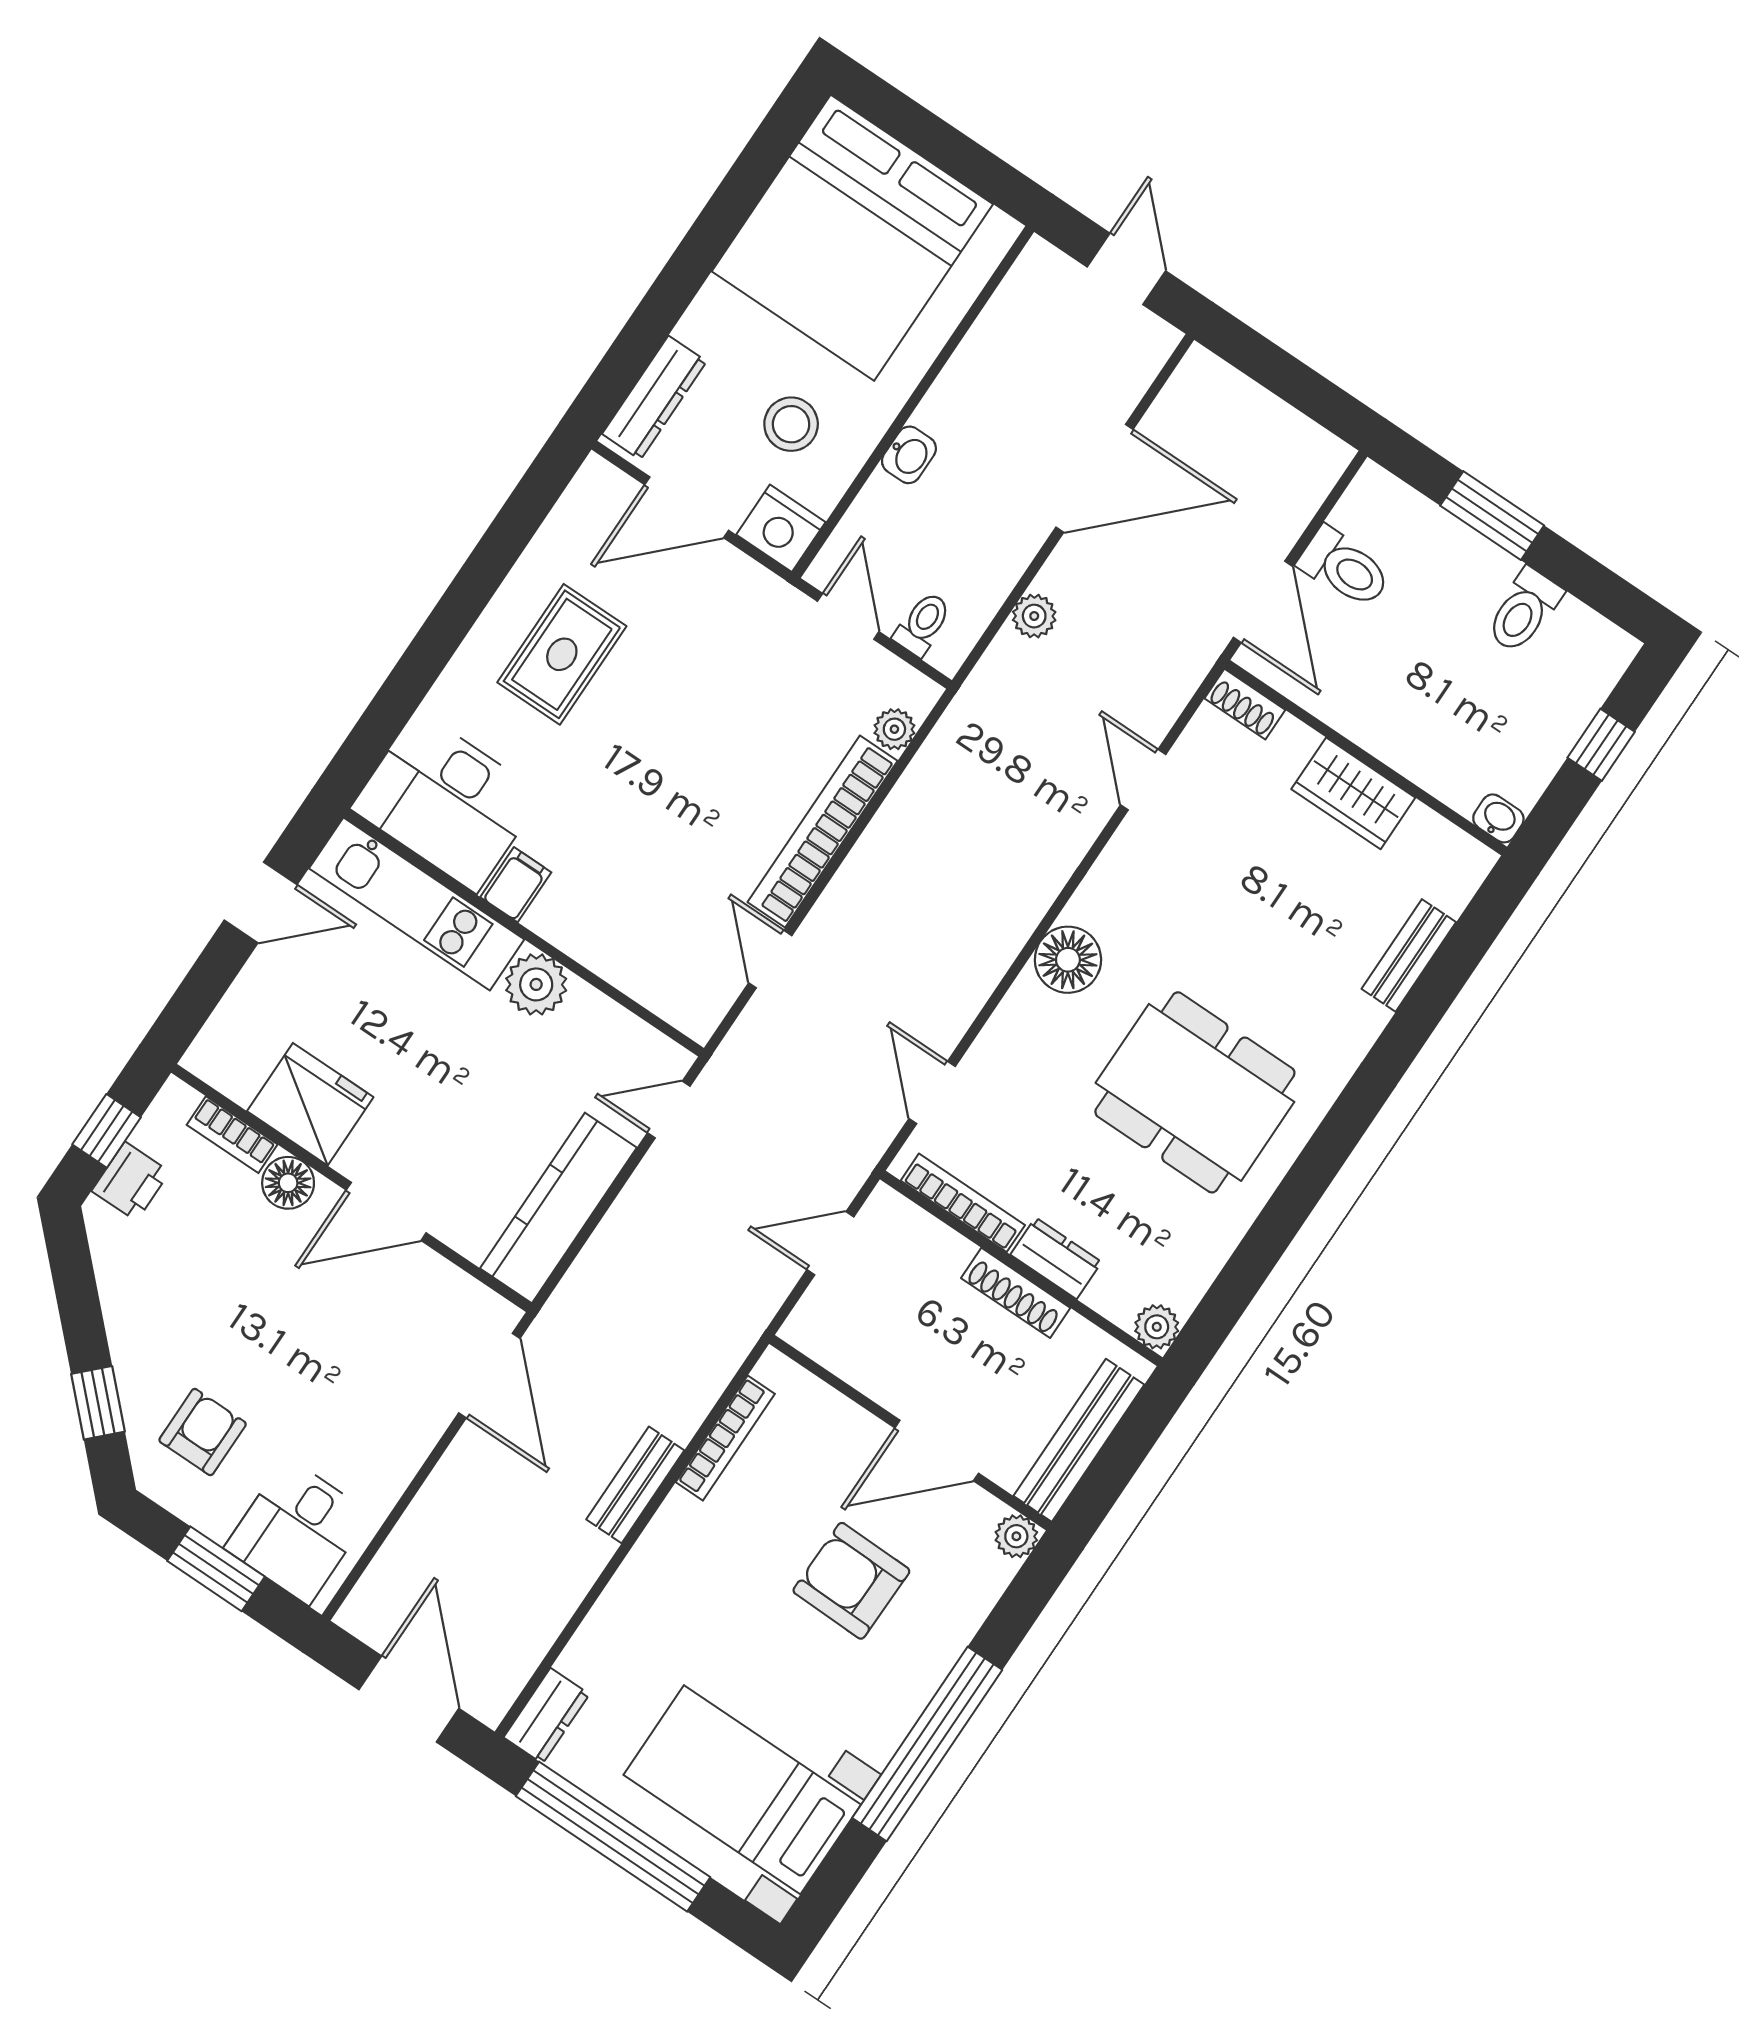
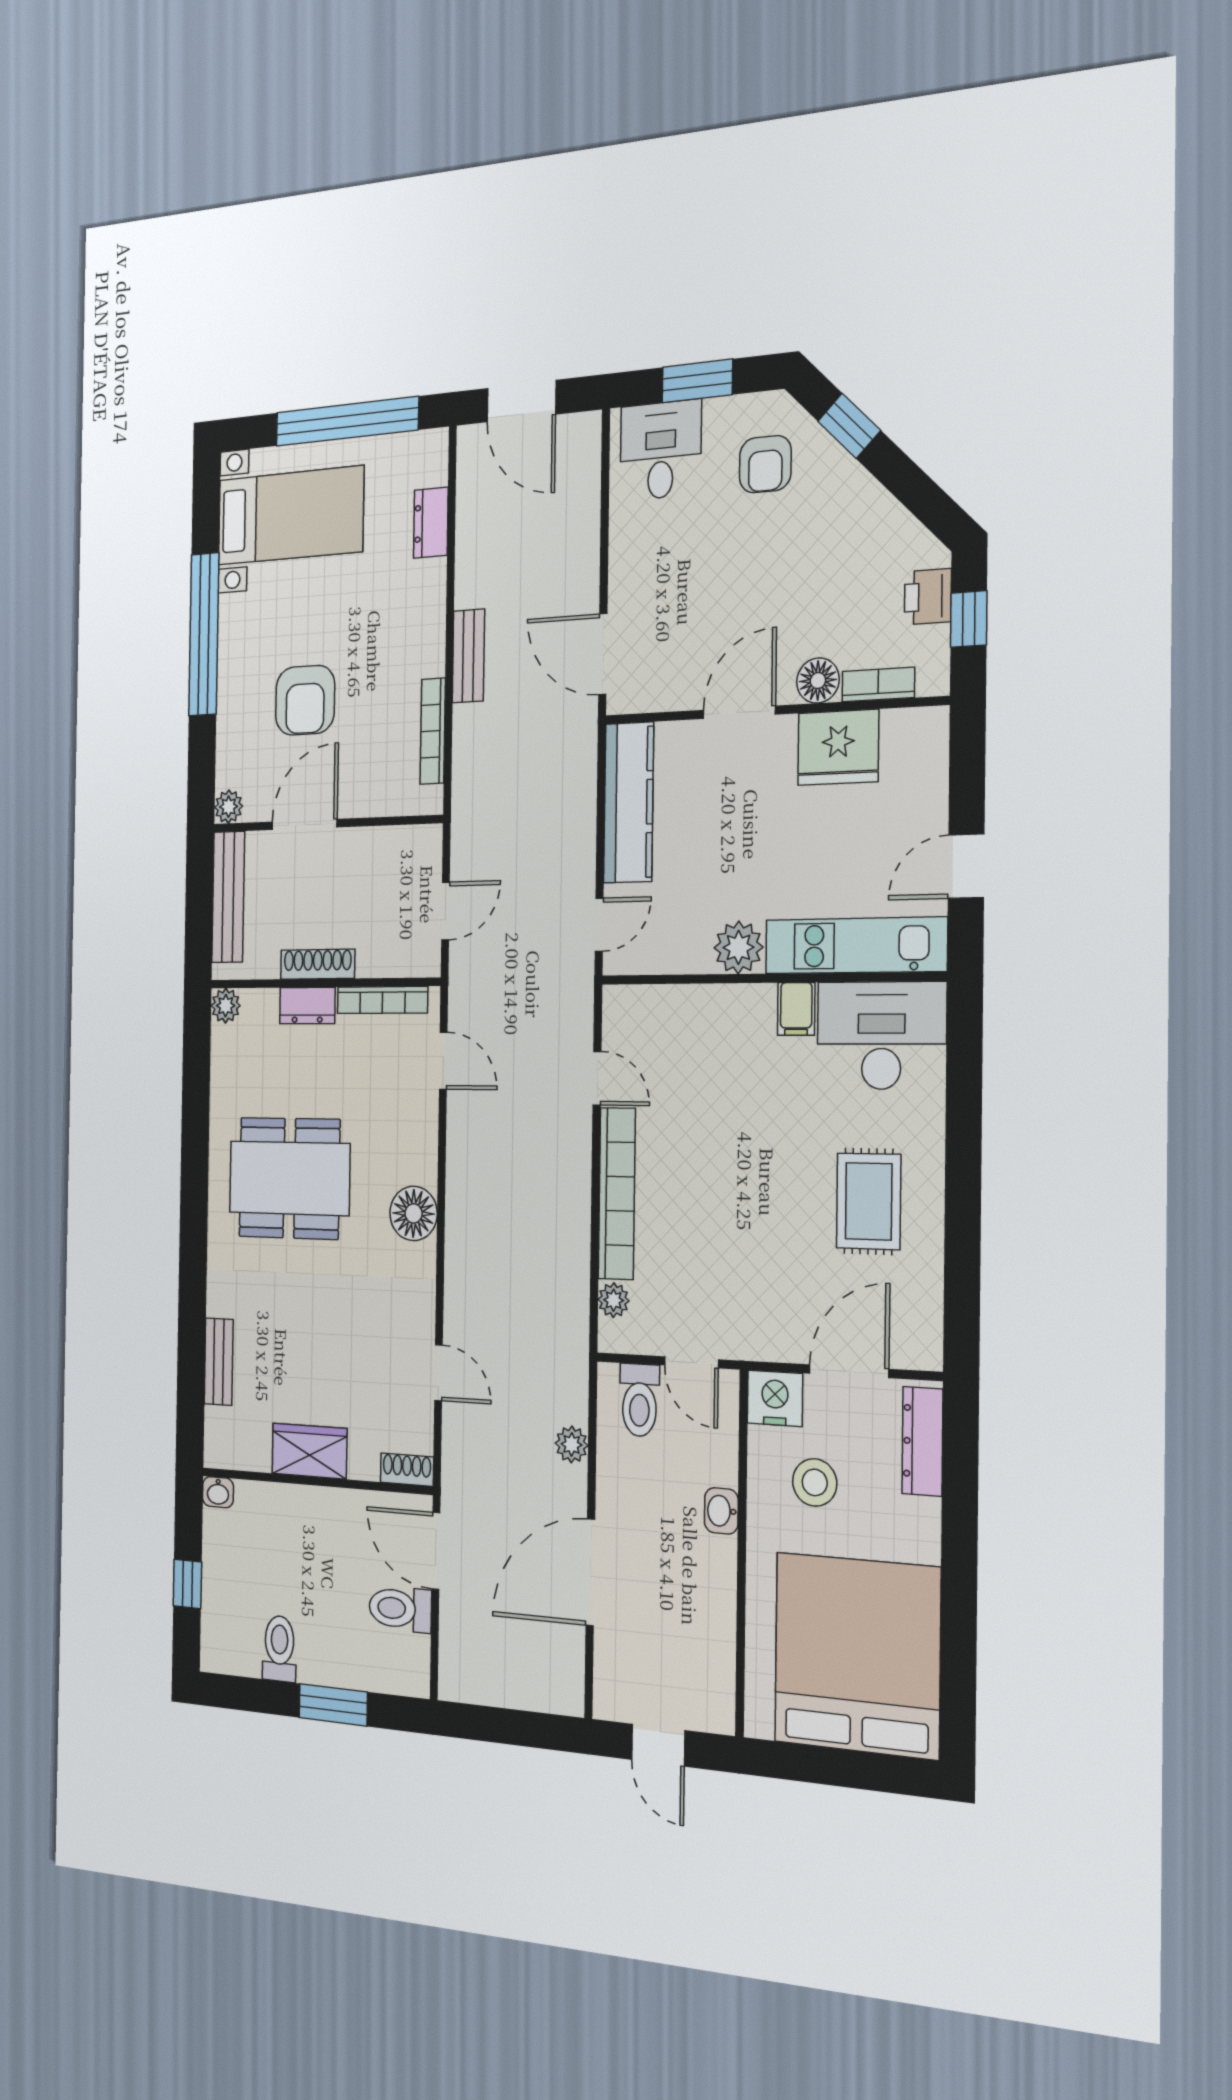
toilet: (923, 624) -> (639, 1400), width x1.37, depth x1.39
armchair: (851, 1581) -> (305, 700), turned 89
dresser: (547, 1716) -> (431, 523), moved

